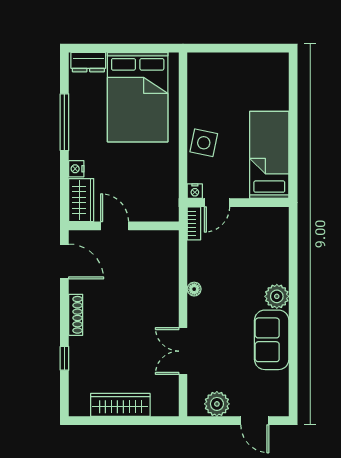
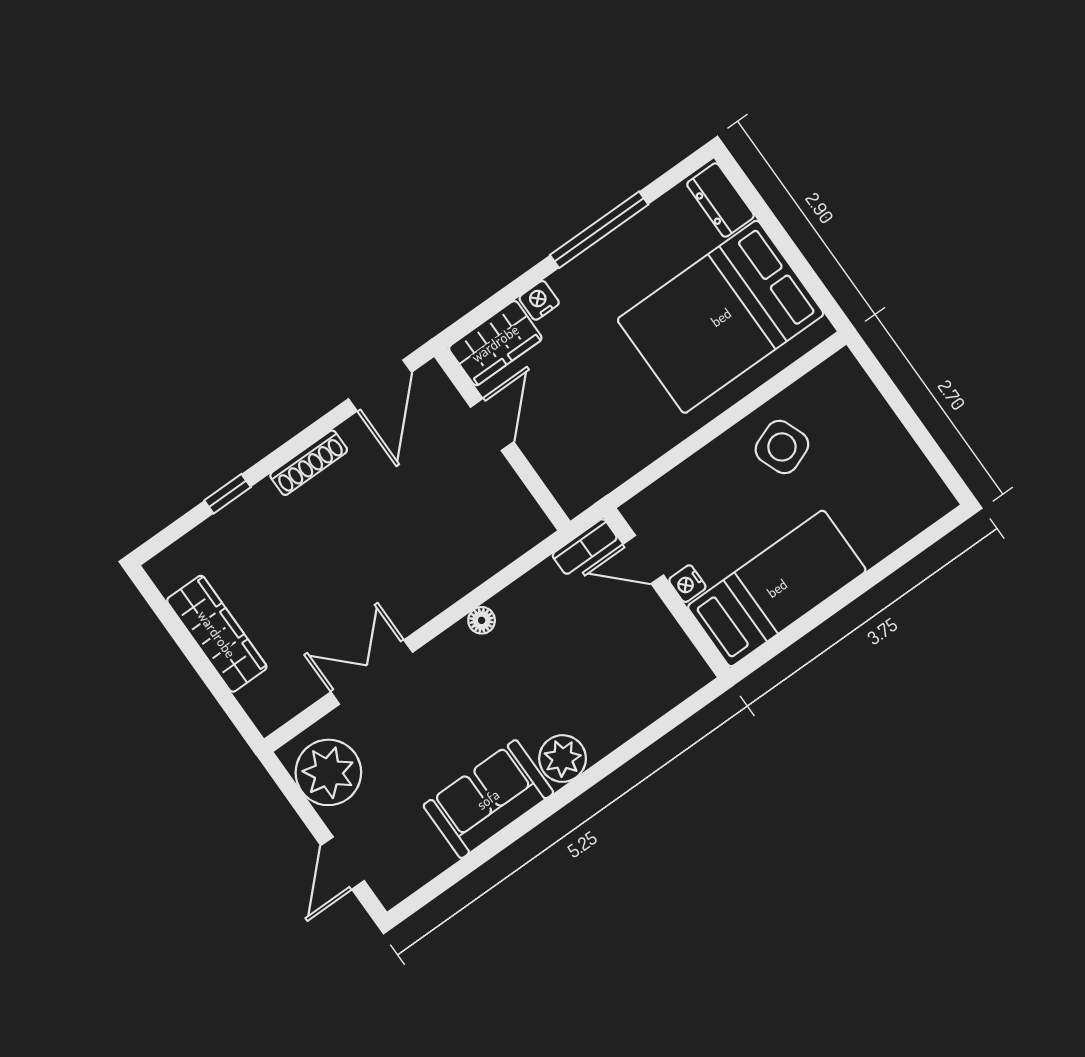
side table: (204, 143) -> (782, 447), moved, turned -33
nightstand: (195, 191) -> (687, 584), moved
plant: (217, 404) -> (328, 772), width x1.36, depth x1.36

